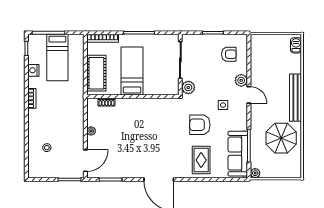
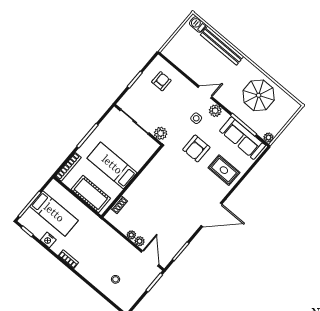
plant: (241, 80) -> (215, 111), moved
bench: (296, 98) -> (222, 46), moved
plant: (92, 141) -> (140, 241), added

